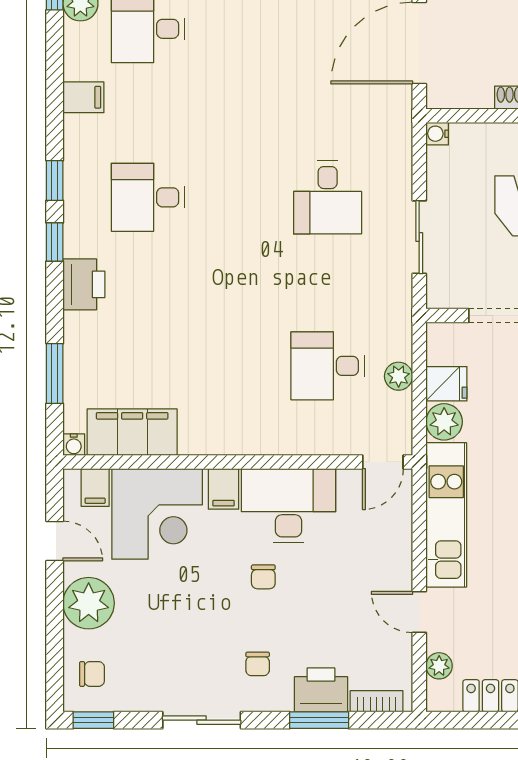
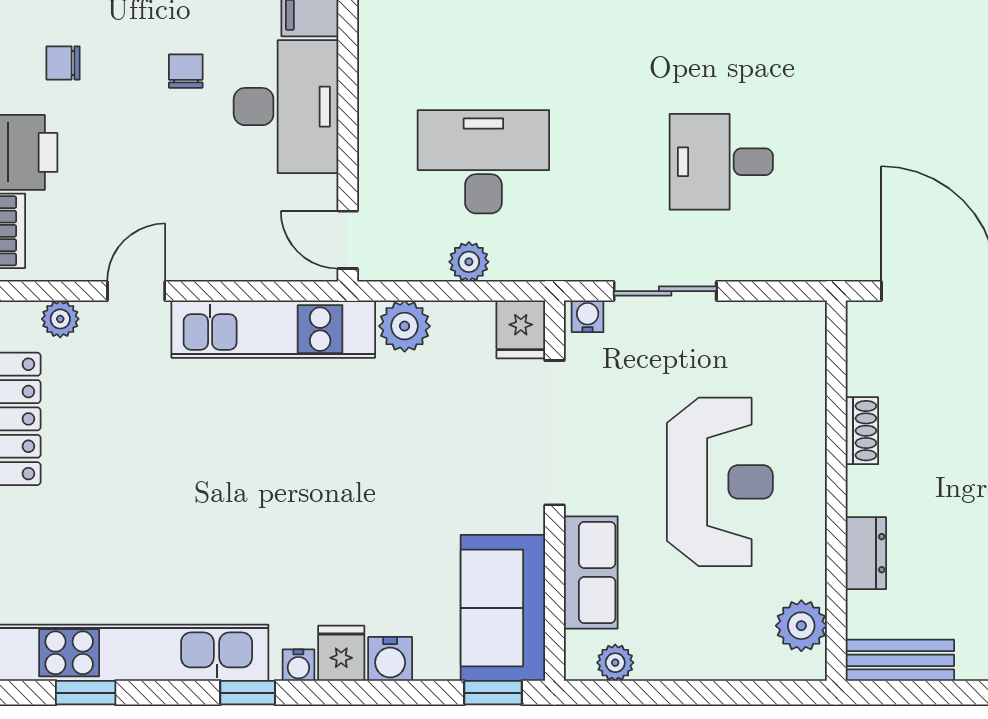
water cooler: (437, 134) -> (588, 316), moved
desk: (328, 366) -> (483, 162), width x1.37
fridge: (446, 384) -> (521, 329), moved
chair: (263, 577) -> (186, 71), turned 90

